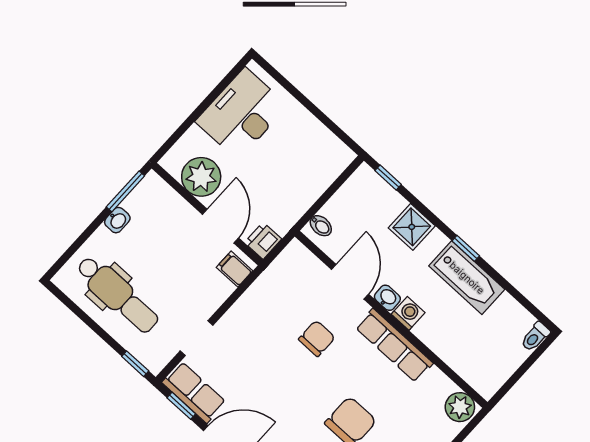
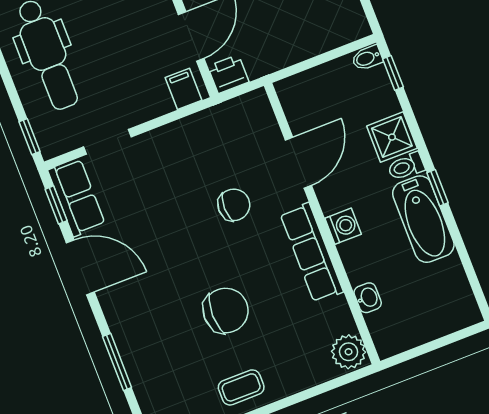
bidet: (321, 226) -> (367, 58), moved, turned 90
washbasin: (387, 298) -> (368, 298), moved
toilet: (535, 337) -> (406, 166), moved

